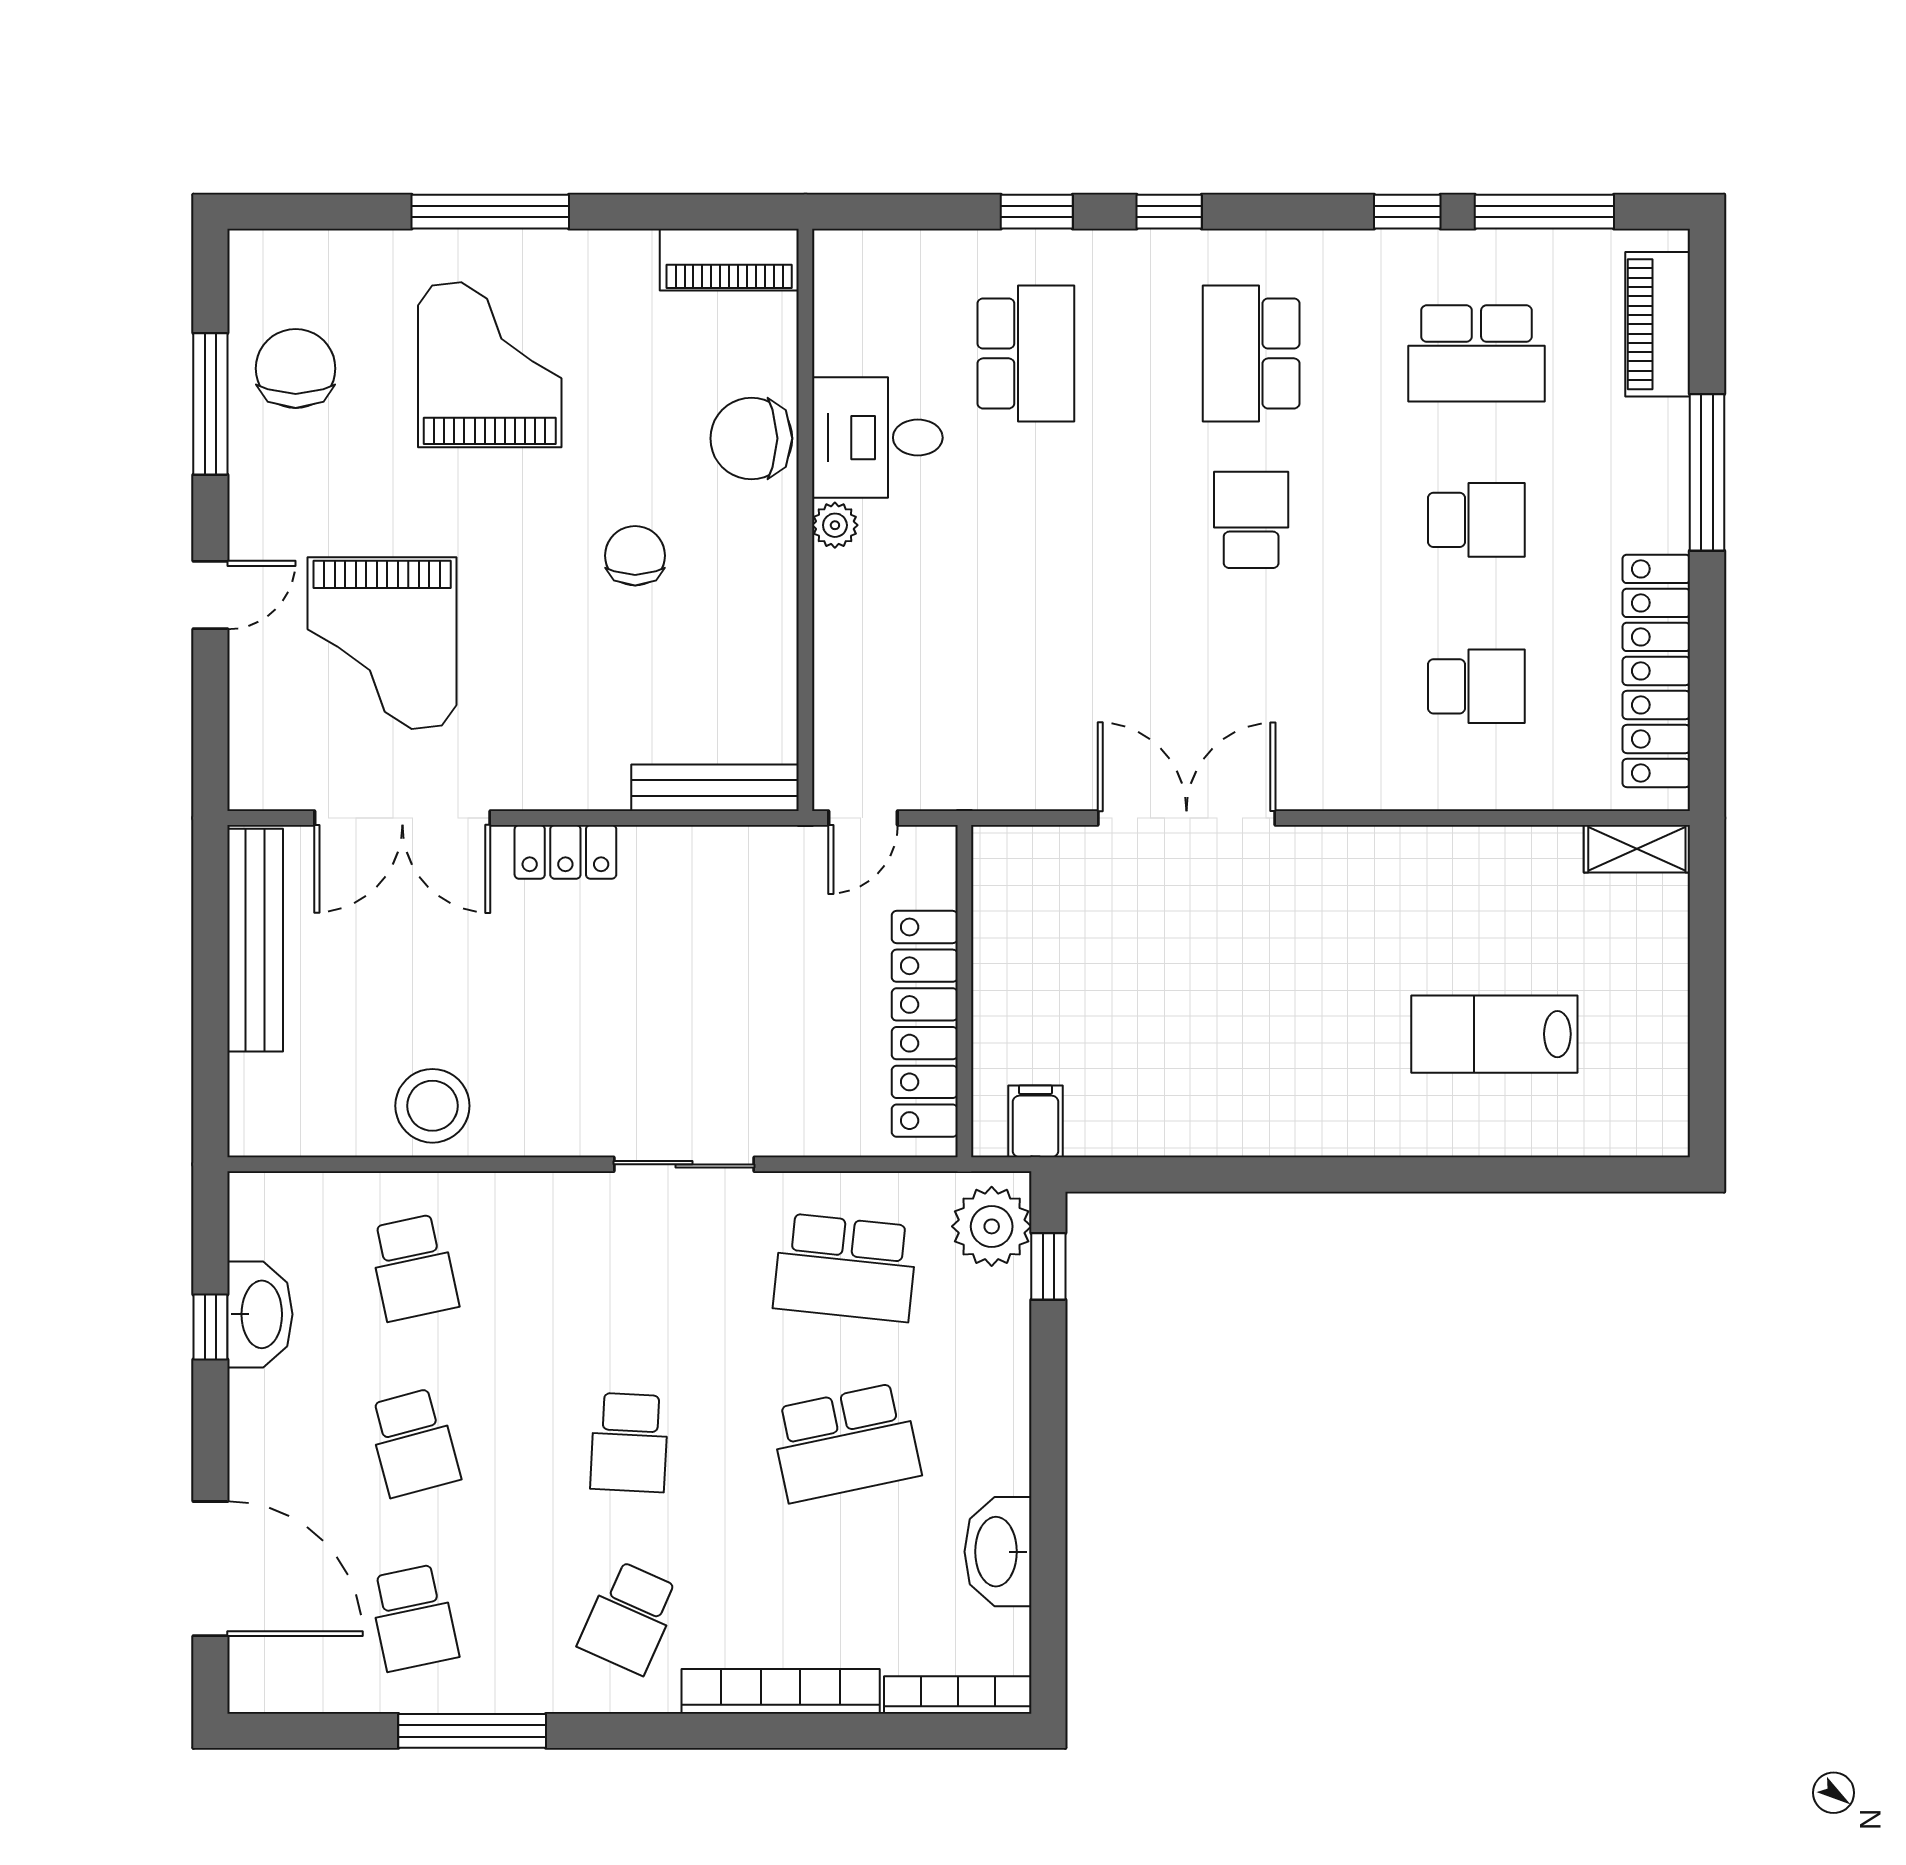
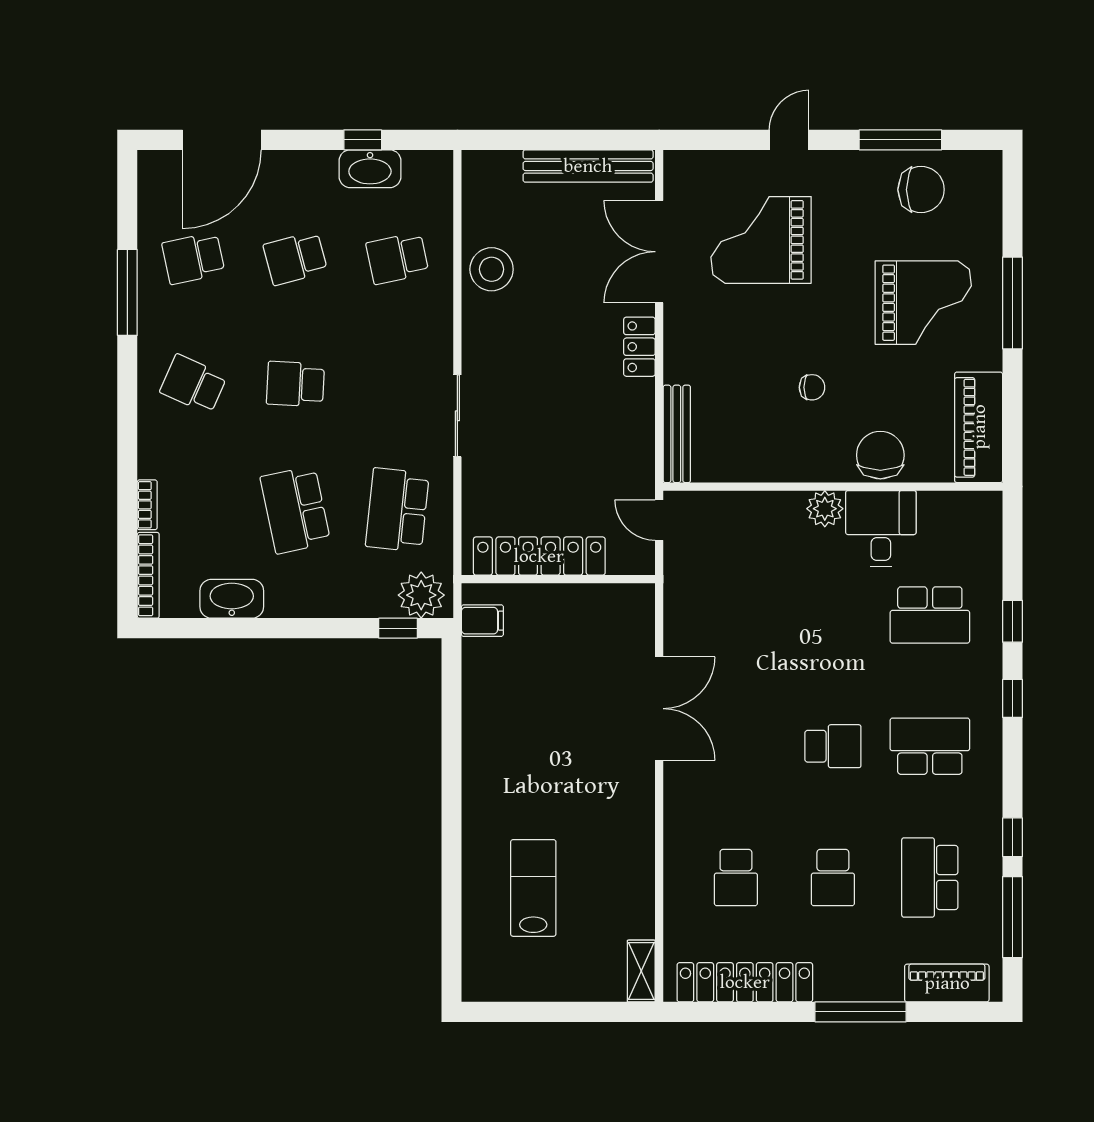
piano: (729, 260) -> (979, 427), width x1.37, depth x1.33
plant: (835, 525) -> (825, 509), width x1.38, depth x1.38
chair: (635, 556) -> (812, 387), width x0.73, depth x0.73
door: (210, 595) -> (789, 140), swing flipped
bookcase: (781, 1691) -> (147, 505), width x0.43, depth x0.76

